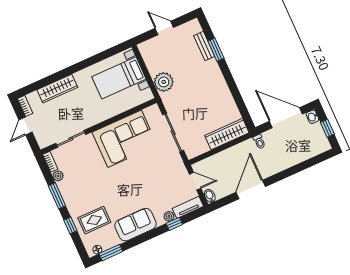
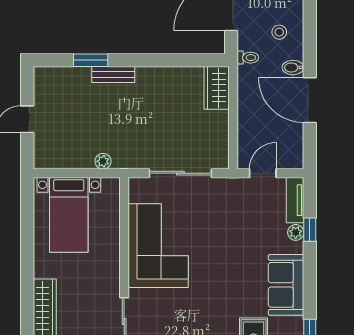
bench: (204, 46) -> (113, 74), moved
plant: (164, 82) -> (103, 161), width x0.53, depth x0.53
wardrobe: (227, 134) -> (217, 88), width x0.67
stool: (283, 153) -> (279, 32), added
bidet: (210, 196) -> (293, 68), moved

